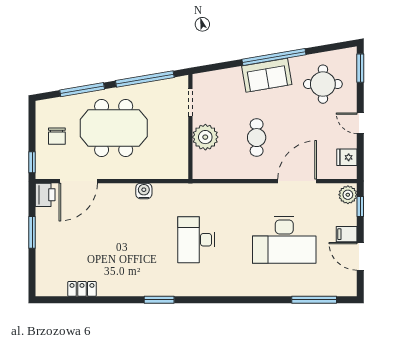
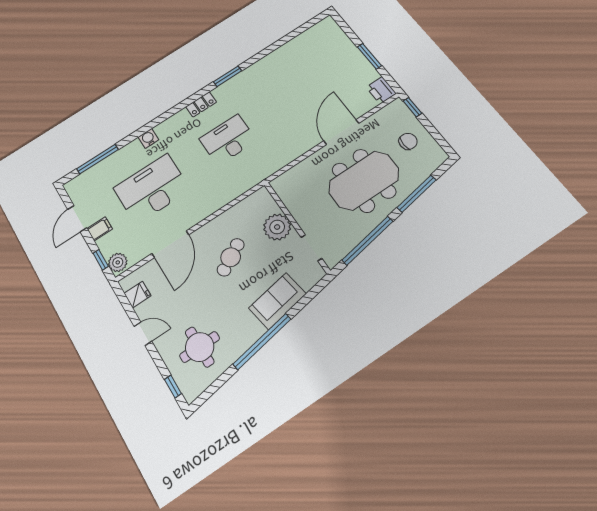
window: (360, 68) -> (173, 387), width x0.67
sofa: (267, 75) -> (277, 301), moved
chair: (57, 136) -> (408, 141), turned 90
cafe table: (257, 138) -> (231, 257), turned 60
door: (78, 181) -> (341, 132), moved
water cooler: (144, 191) -> (148, 138), moved, turned 180
desk: (196, 240) -> (228, 140), turned -90
door: (360, 256) -> (77, 219), swing flipped
locker: (82, 289) -> (201, 104), moved

